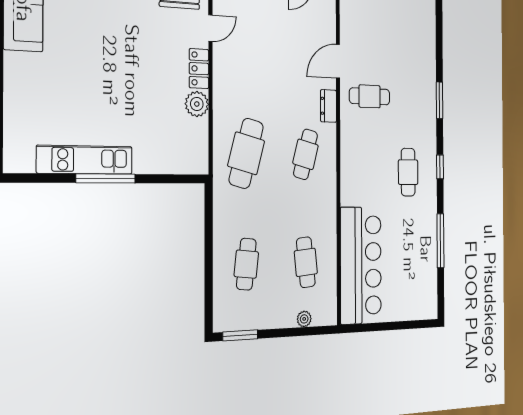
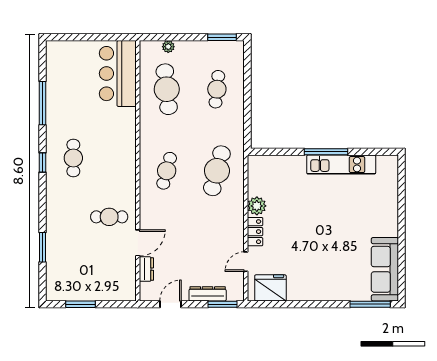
window: (440, 100) -> (42, 247), moved
dresser: (328, 106) -> (146, 269), moved
cafe table: (306, 262) -> (167, 89), width x1.37, depth x1.35
bar counter: (361, 265) -> (118, 74), width x0.73

